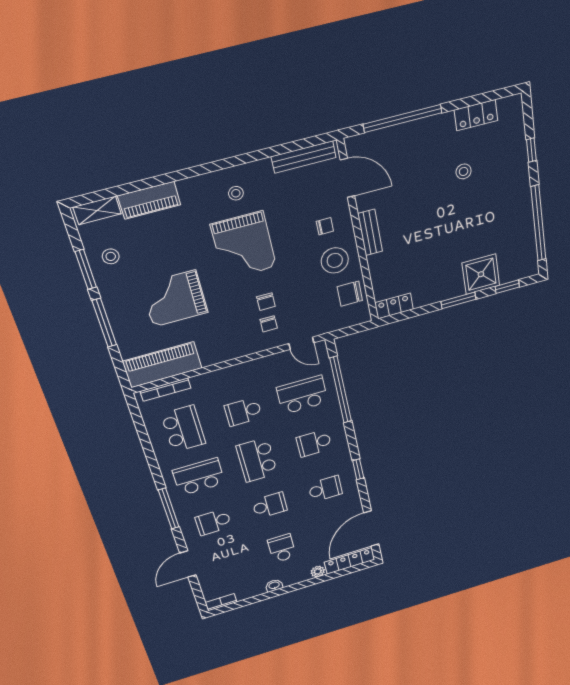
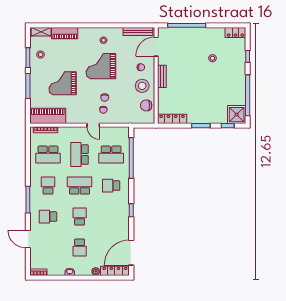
locker: (476, 115) -> (235, 33), moved
door: (347, 178) -> (156, 47), swing flipped
grand piano: (244, 246) -> (101, 66), turned 90
shower: (481, 274) -> (237, 115), moved
locker: (394, 306) -> (172, 119), width x1.53
door: (301, 343) -> (93, 125), moved
school desk: (302, 395) -> (111, 155), turned 180
school desk: (243, 412) -> (80, 155), width x1.85
school desk: (183, 429) -> (48, 155), turned 90
school desk: (257, 460) -> (80, 186), turned 90
school desk: (199, 477) -> (48, 186), width x0.54
school desk: (325, 489) -> (111, 217), removed
school desk: (270, 505) -> (80, 217), turned -90
school desk: (282, 548) -> (80, 248), turned 180
door: (188, 564) -> (28, 239), hinge flipped

